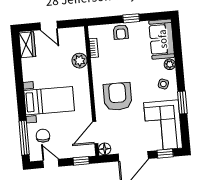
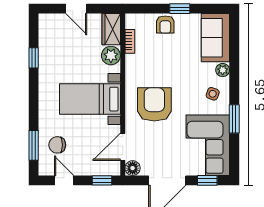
wardrobe: (27, 45) -> (111, 29), moved, turned 180
window: (18, 68) -> (34, 58), added
bed with nightstands: (49, 101) -> (90, 99), moved, turned 180
chair: (43, 136) -> (57, 145), turned -93
window: (24, 138) -> (34, 145), width x0.69

